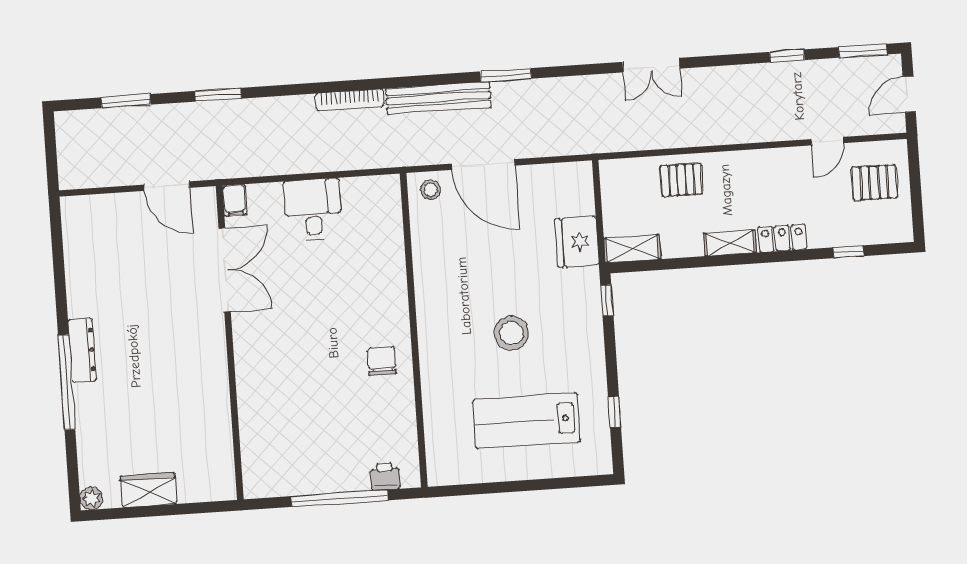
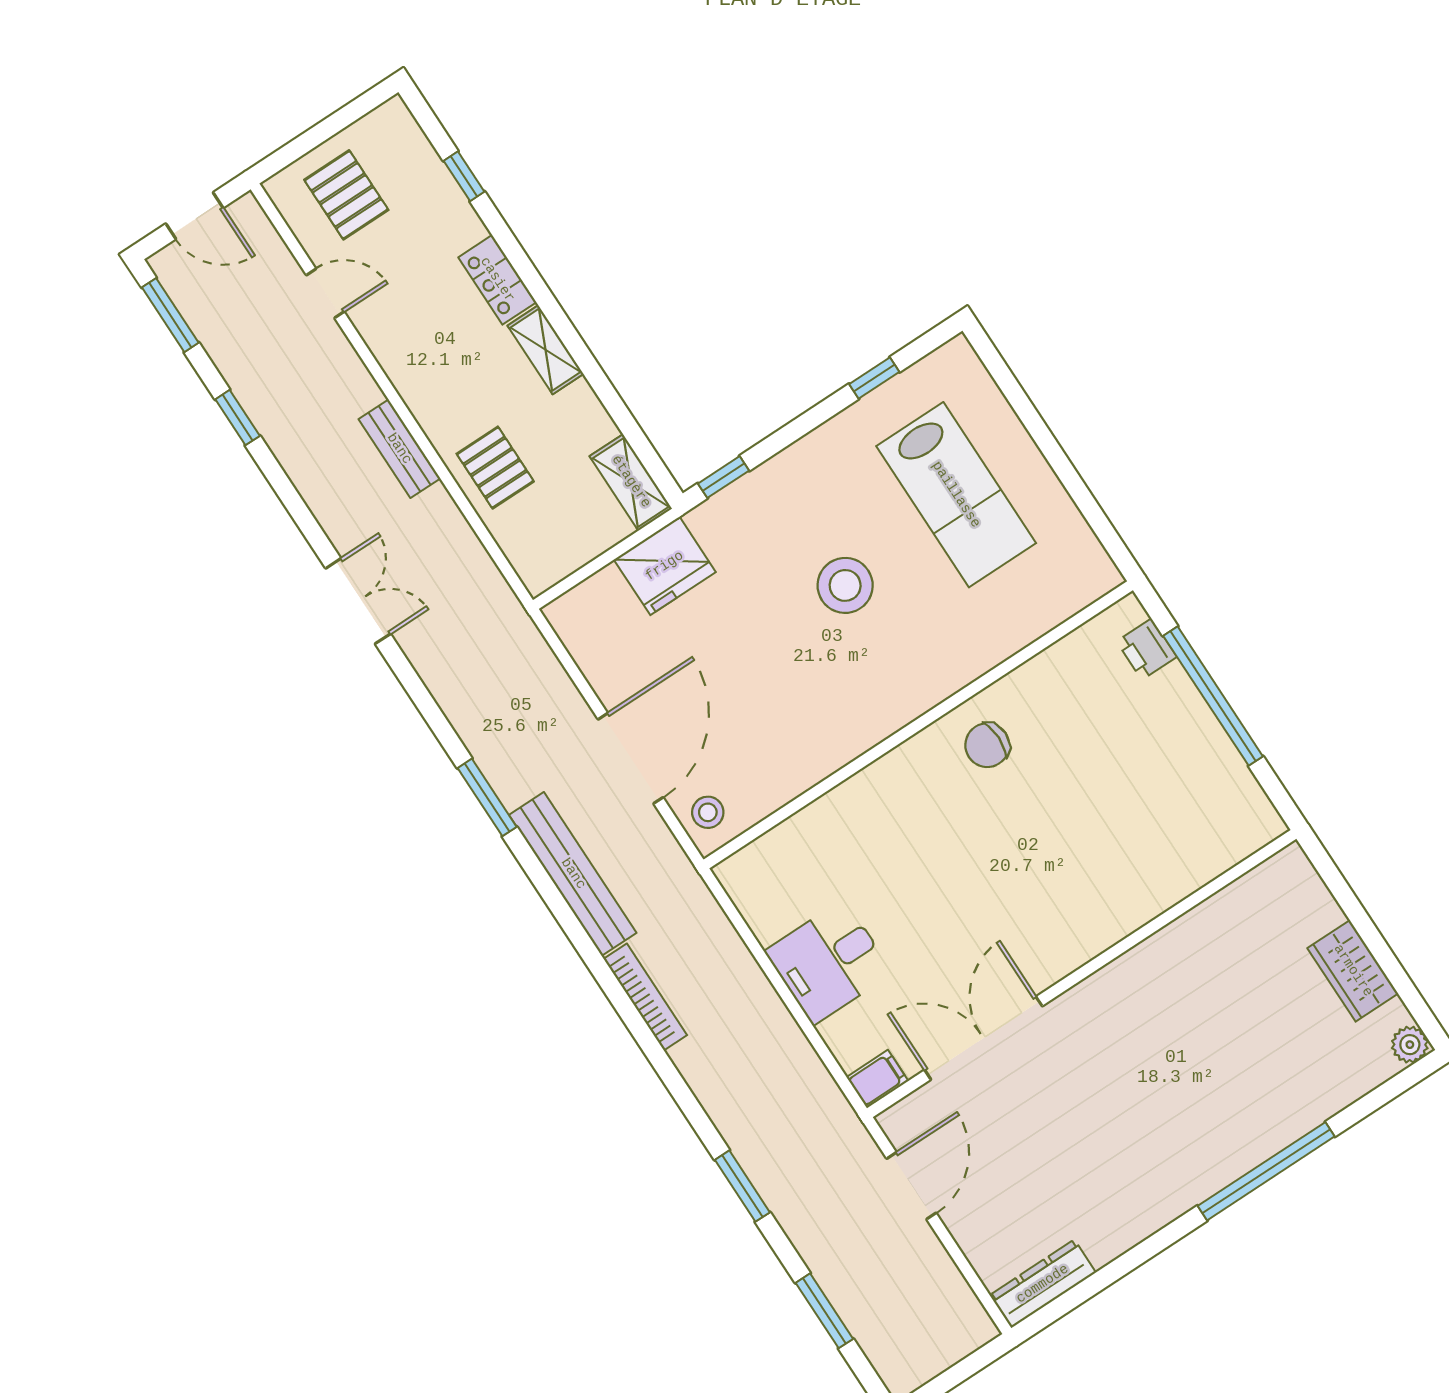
bench: (721, 134) -> (399, 449), added
dresser: (82, 350) -> (1043, 1284), moved

